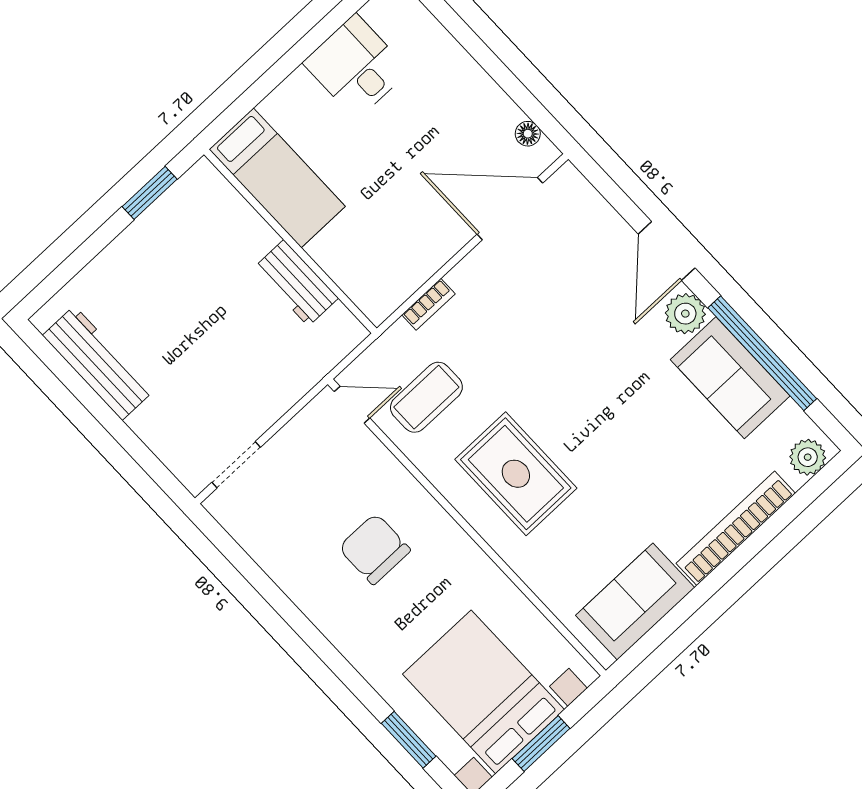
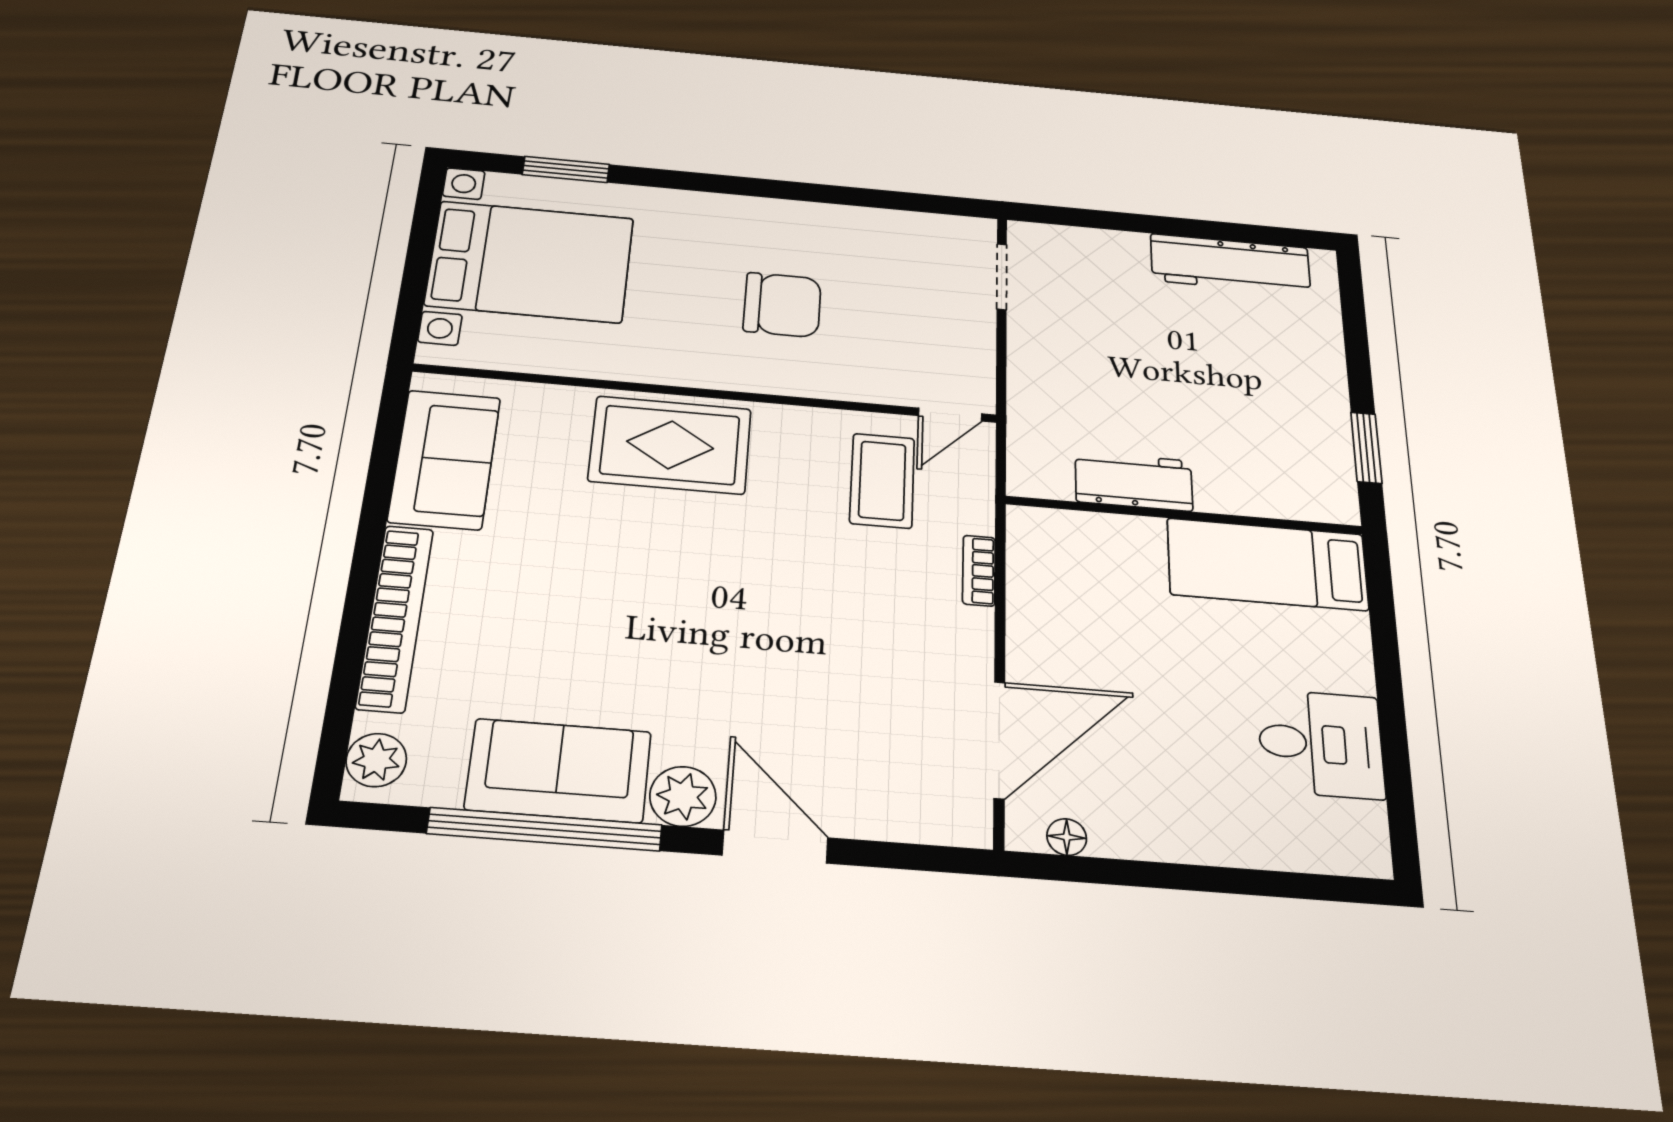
rug: (516, 474) -> (670, 445), moved
window: (541, 743) -> (419, 259), removed

